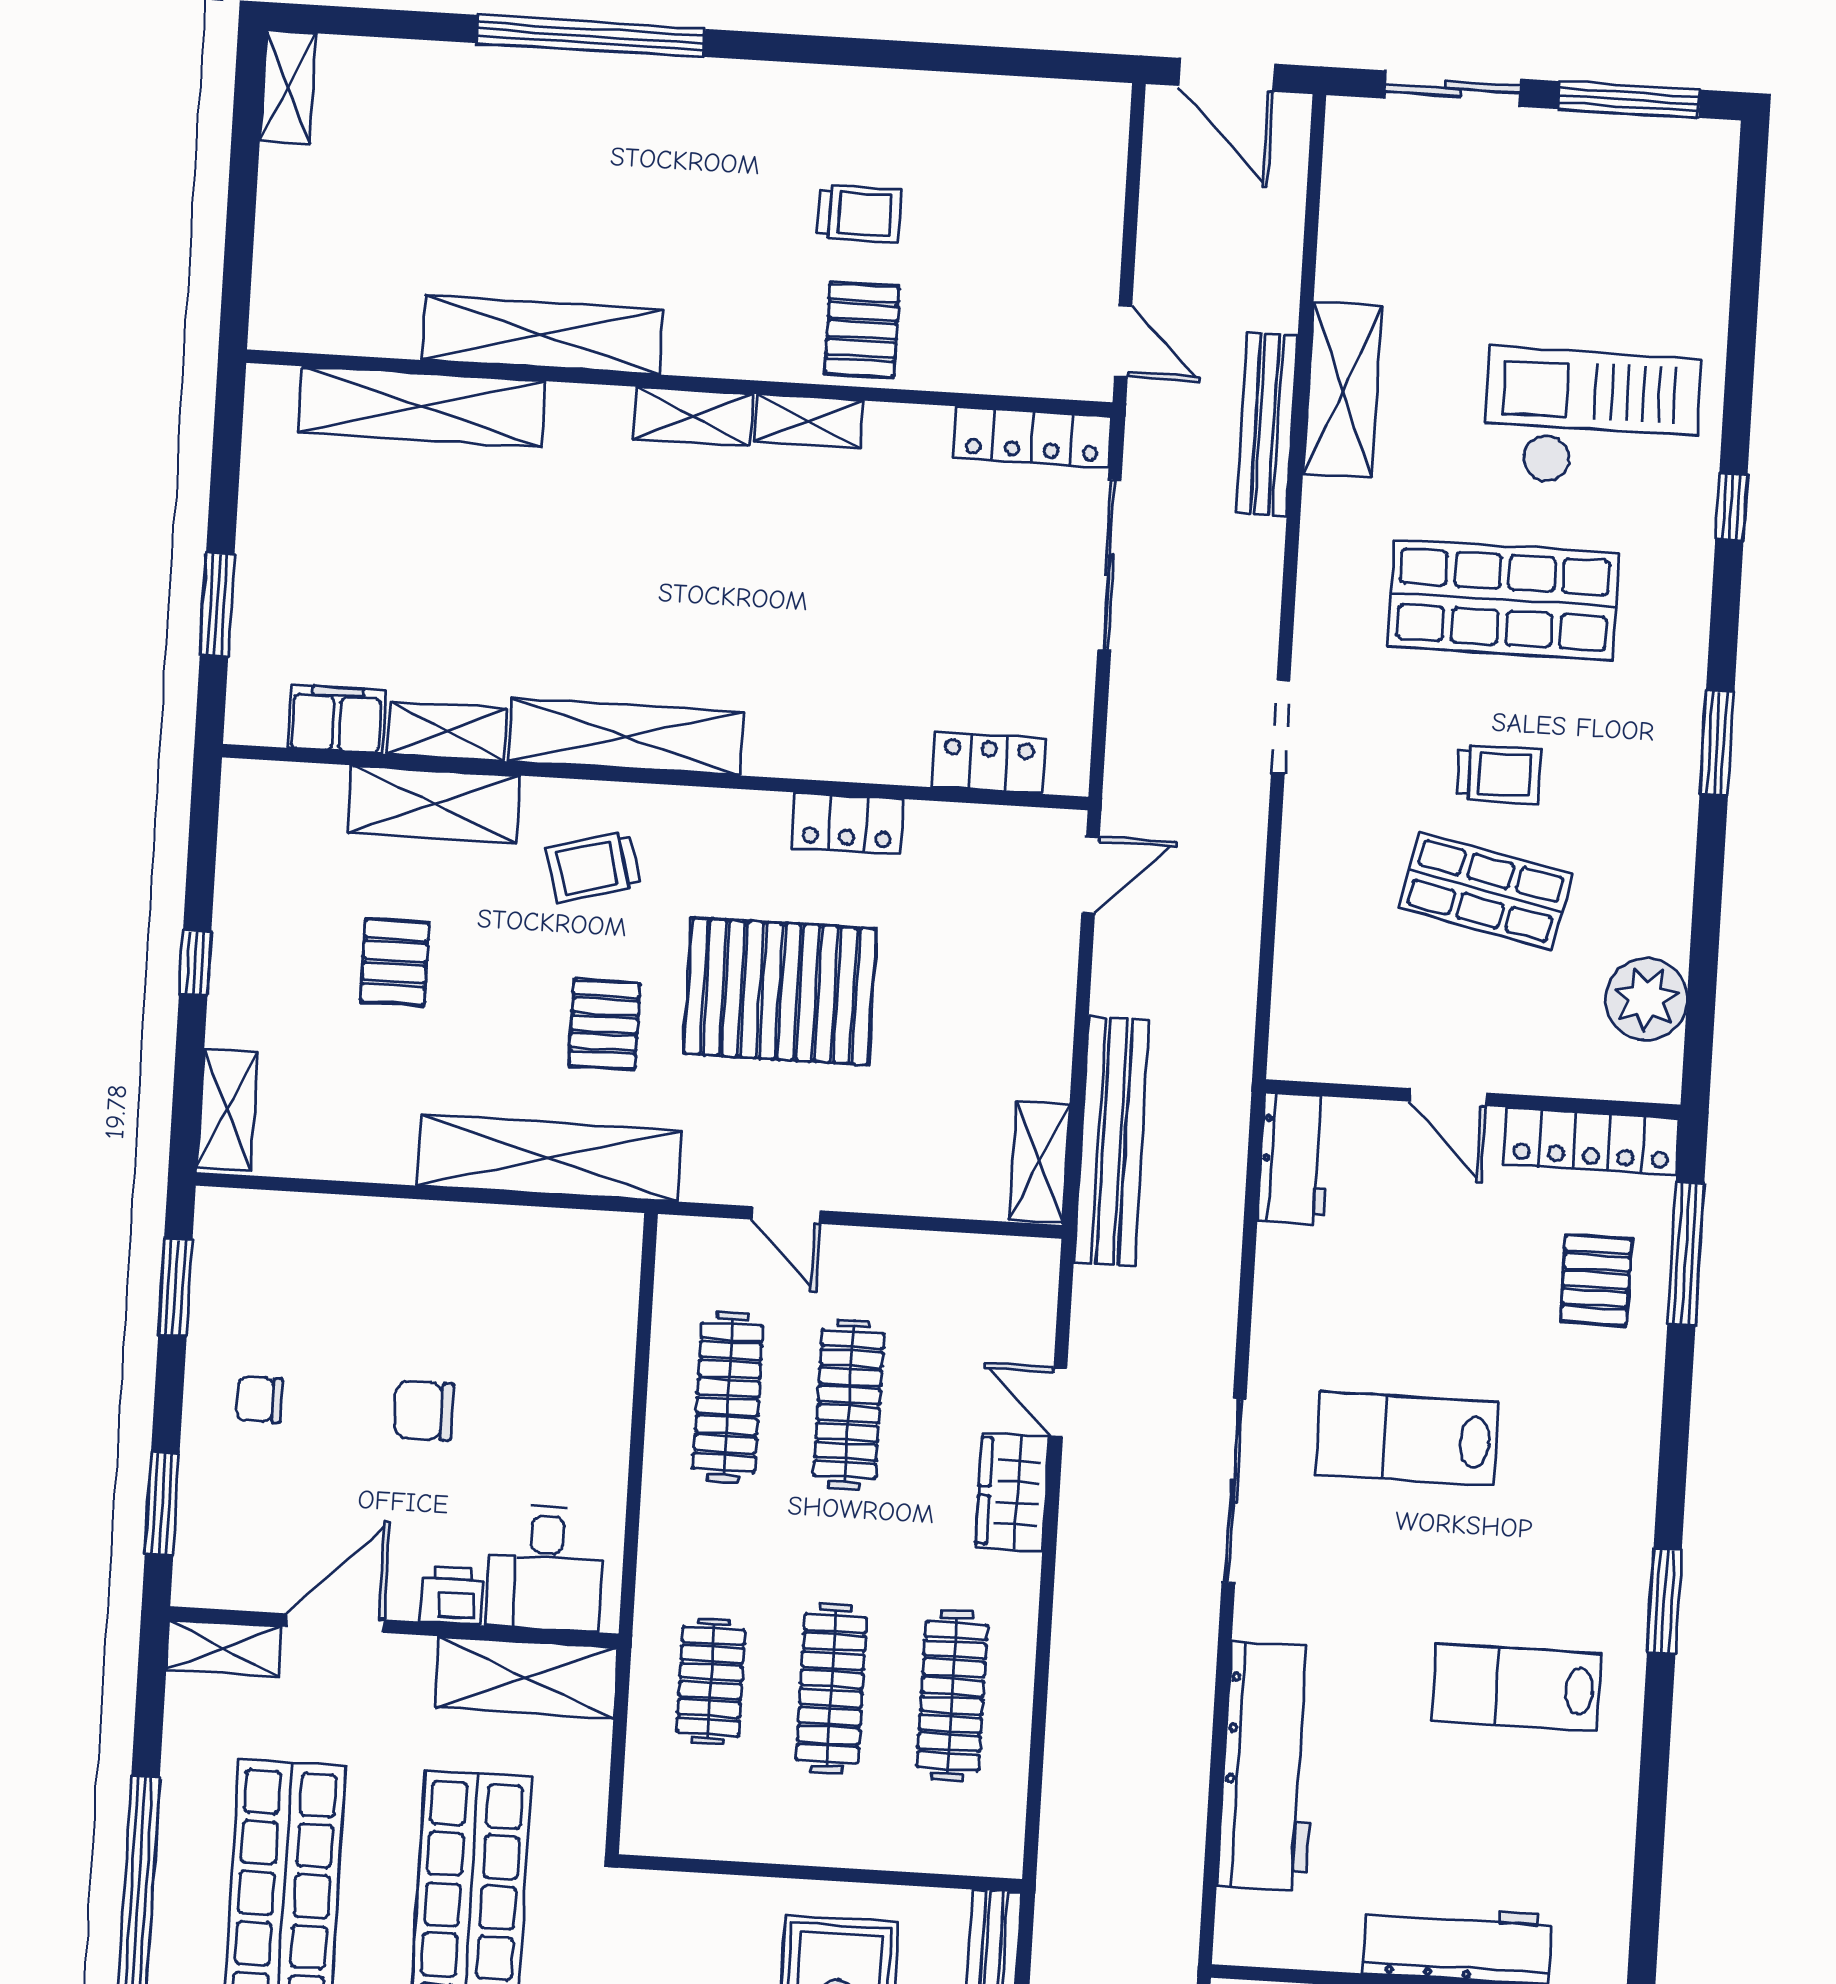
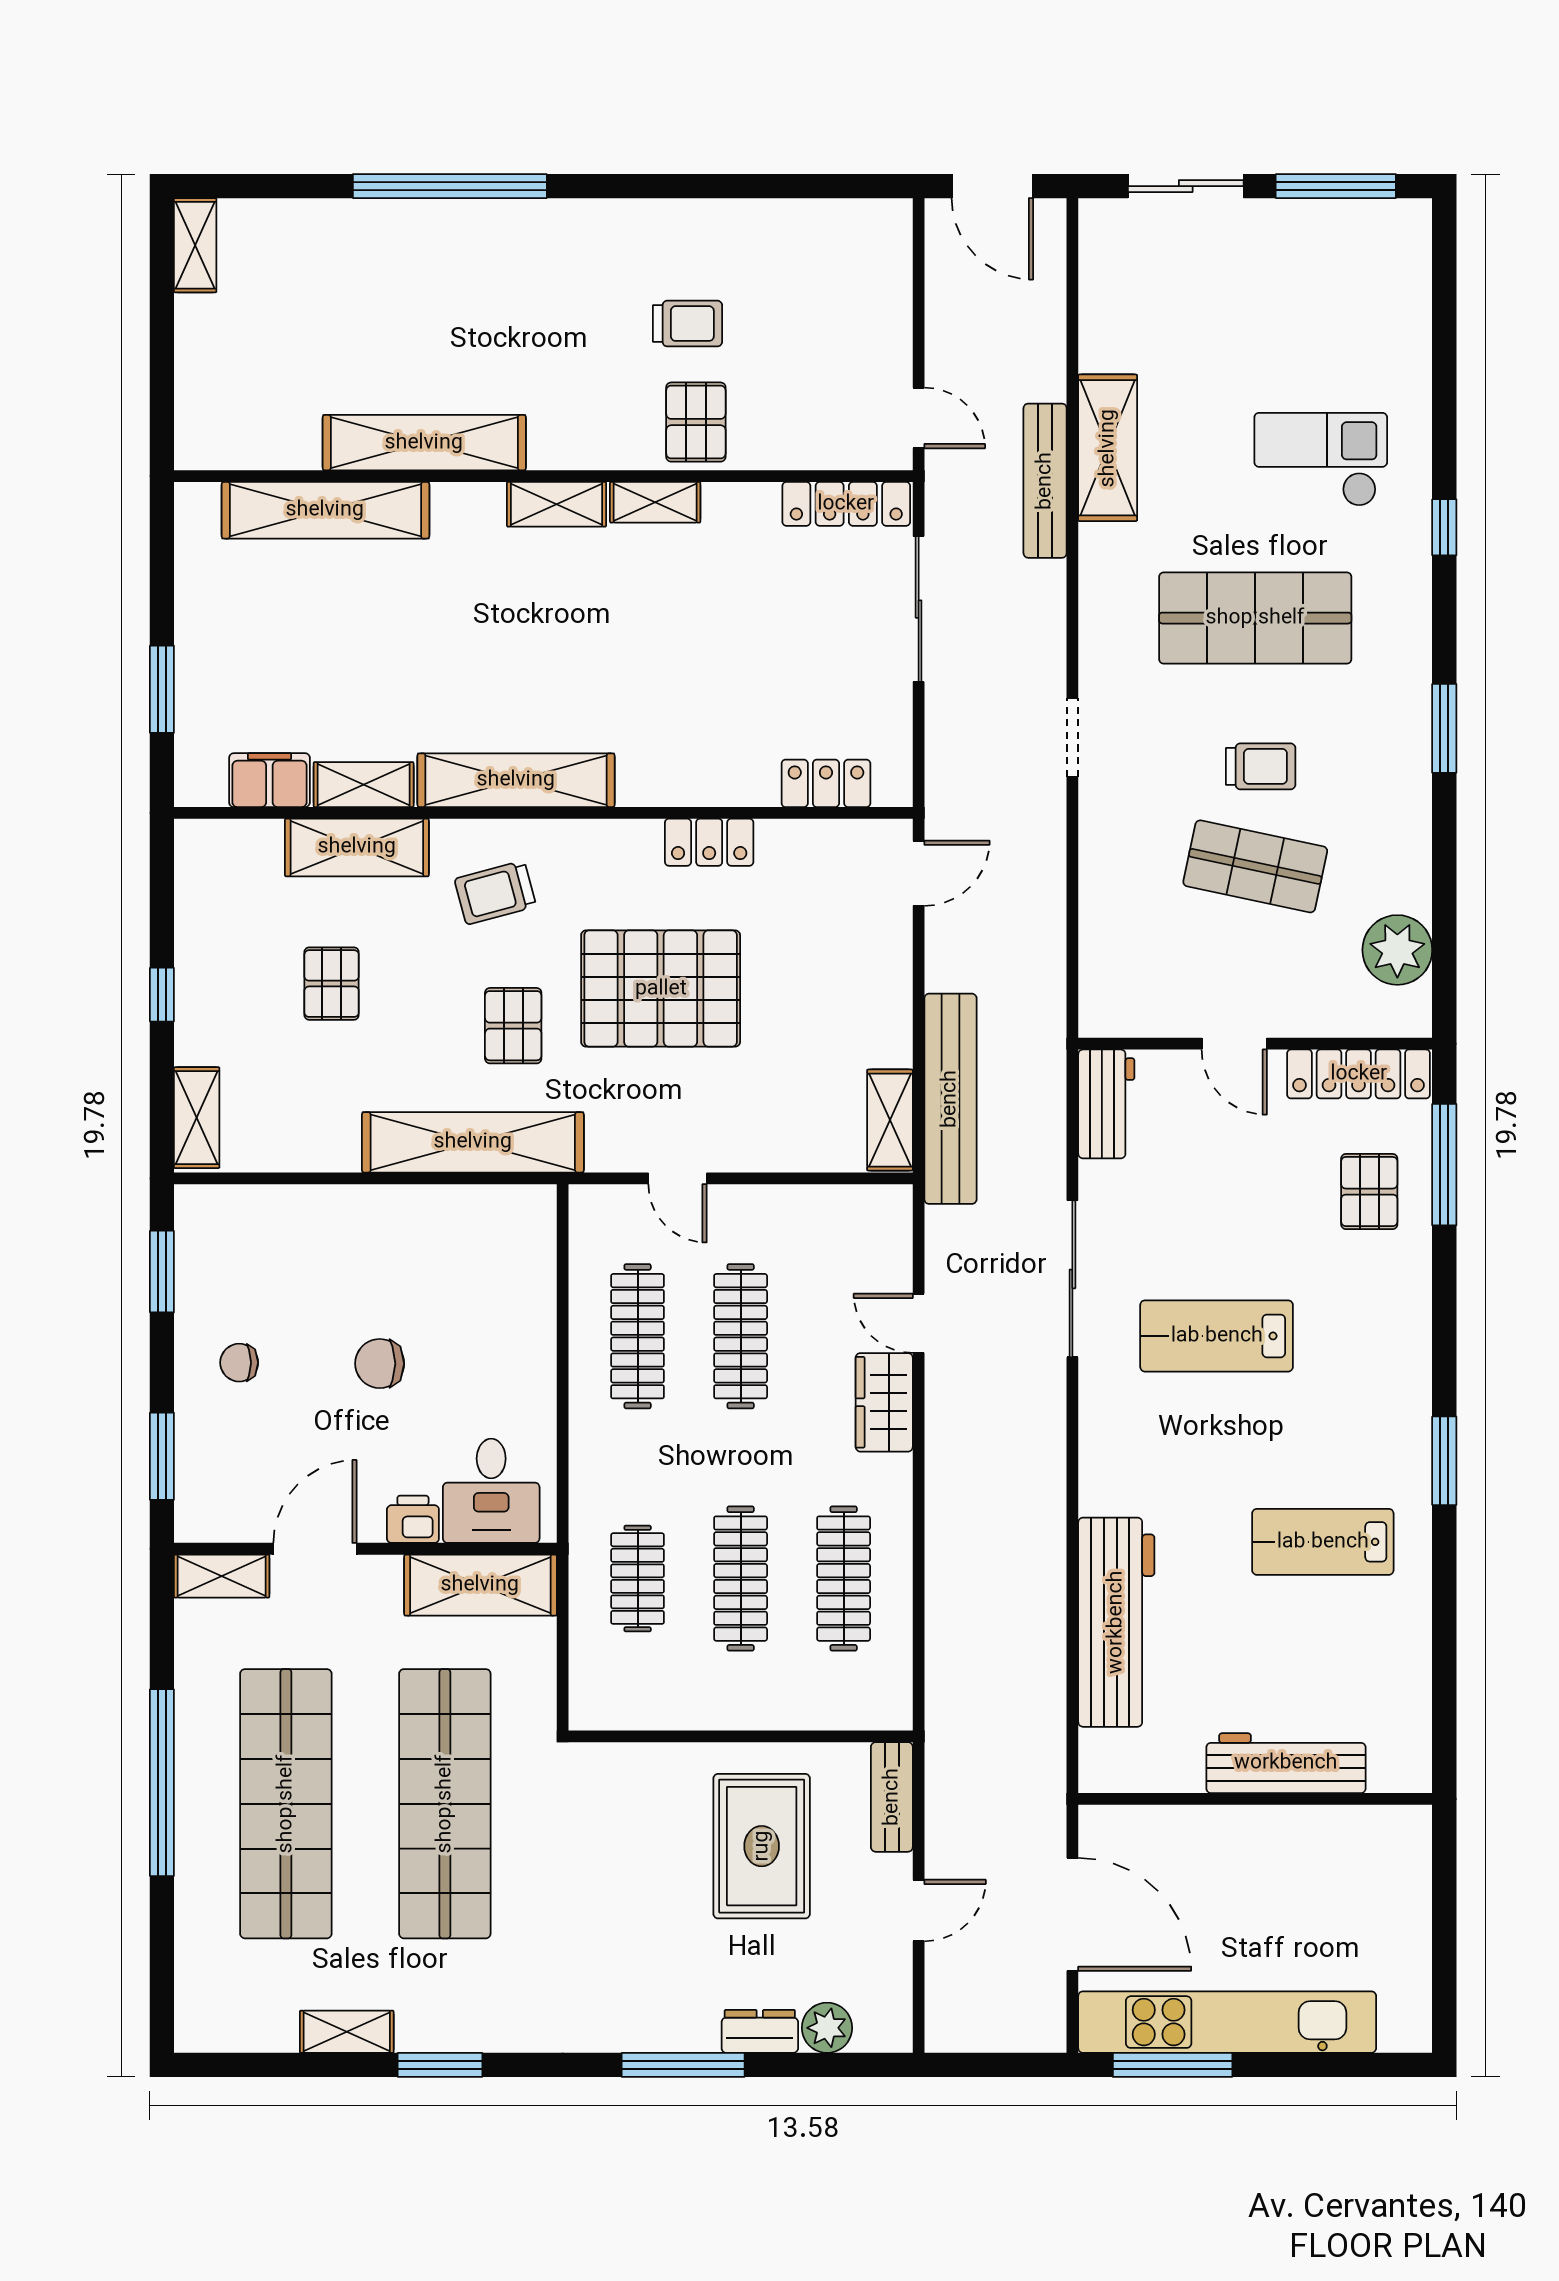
checkout: (1591, 419) -> (1321, 459), width x0.73, depth x0.83
sliding door: (1234, 1491) -> (1072, 1279), moved

